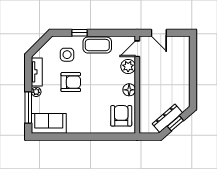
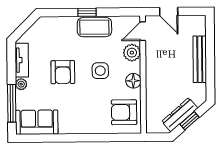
window: (80, 33) -> (87, 12), moved
side table: (67, 55) -> (100, 71), moved
bench: (184, 72) -> (200, 59), added
armchair: (71, 82) -> (63, 72), turned 90
armchair: (121, 116) -> (124, 112), turned -90

